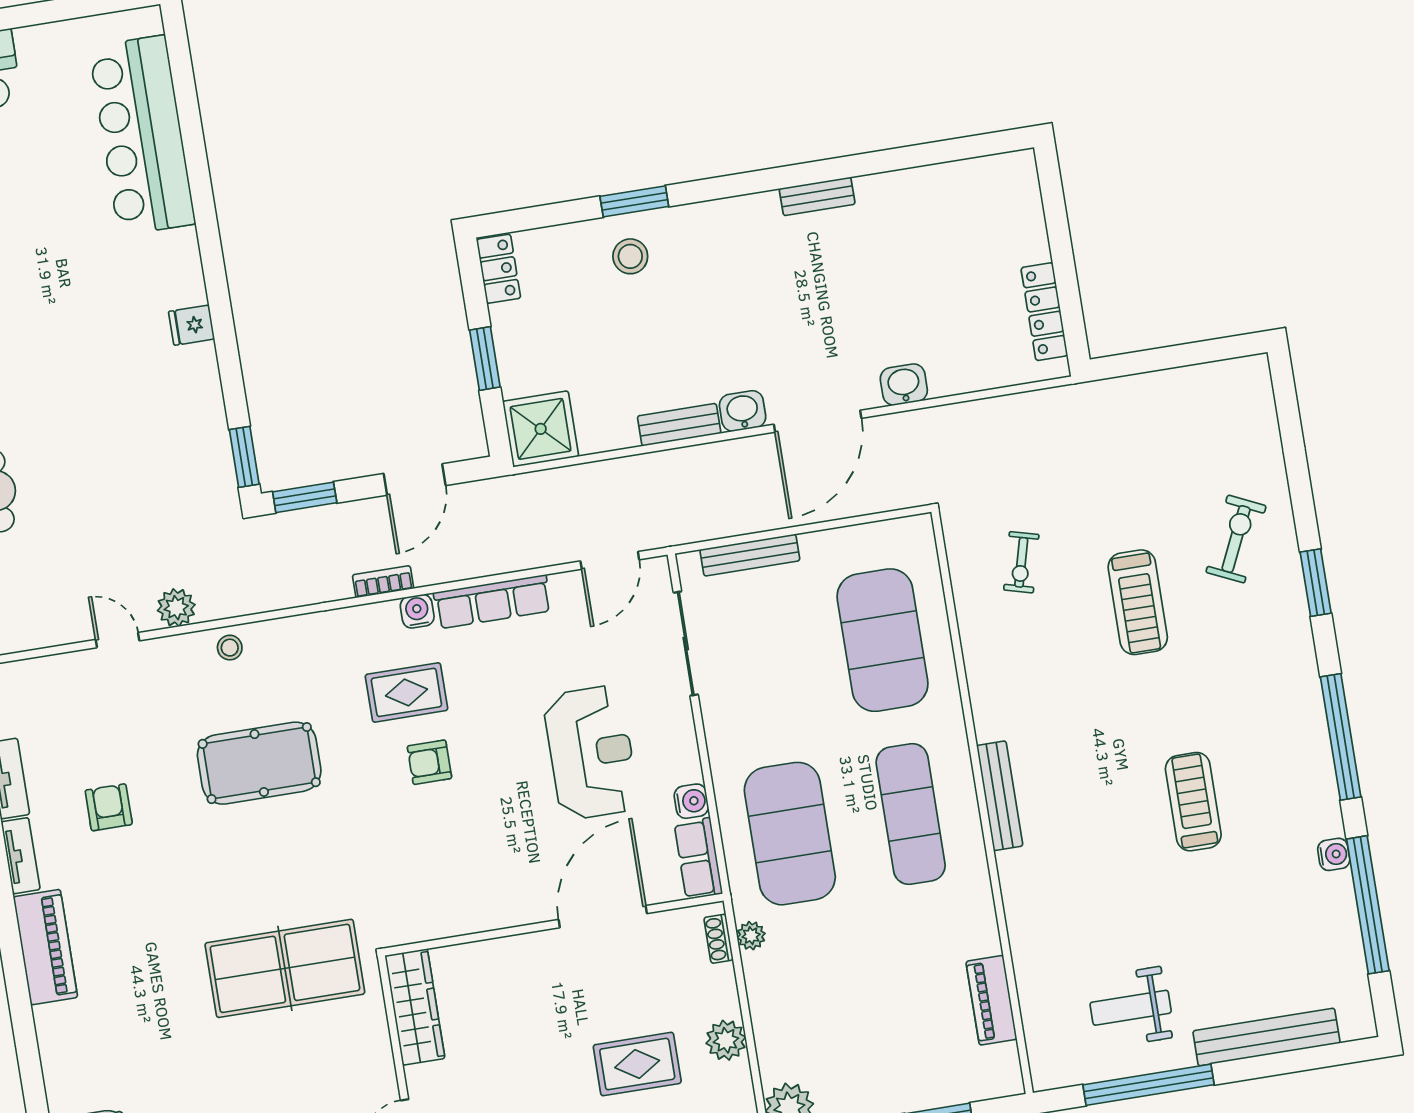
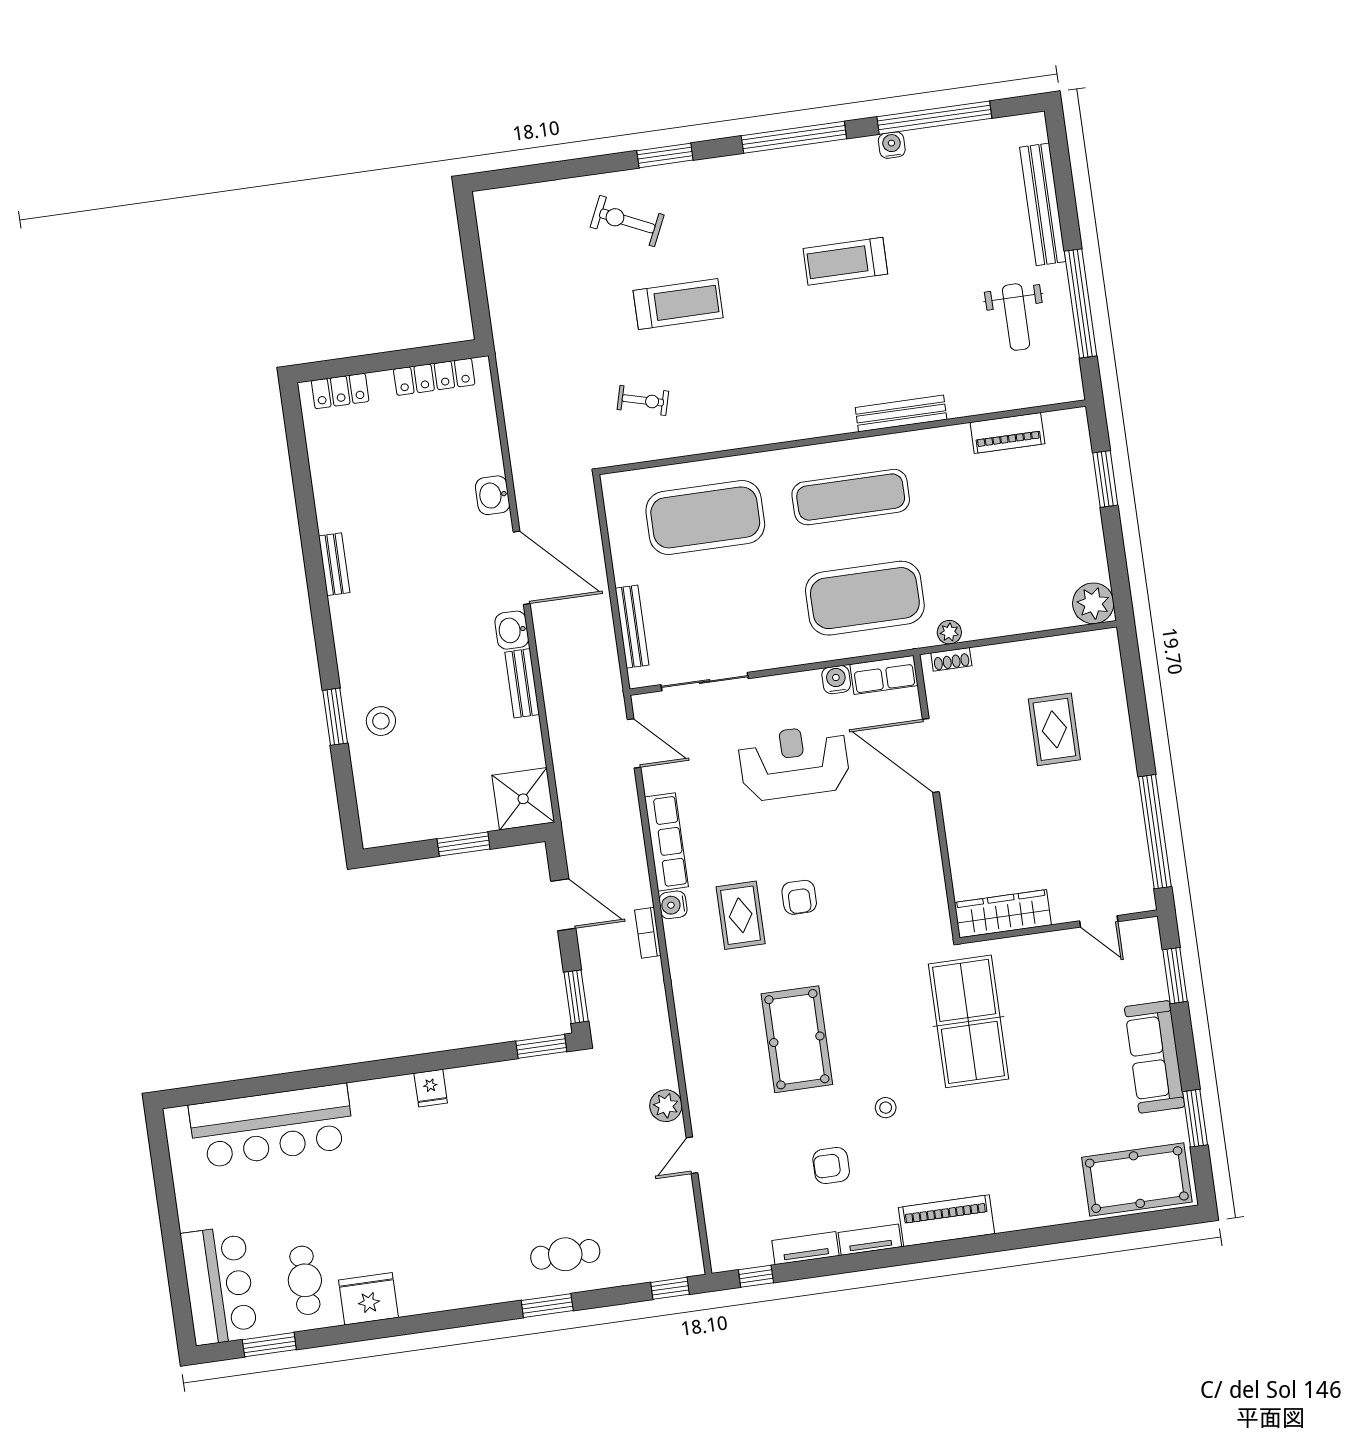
locker: (498, 269) -> (340, 391), moved, turned 180
stool: (230, 648) -> (886, 1108), moved
bench: (1000, 796) -> (901, 413), moved
plant: (726, 1040) -> (1036, 655), removed

